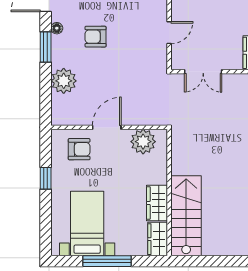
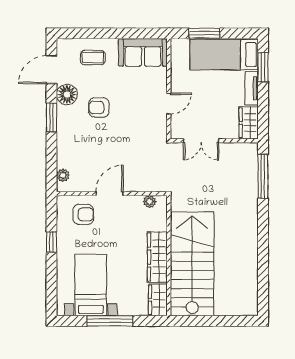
floor lamp: (57, 28) -> (67, 94), width x1.89, depth x1.89
plant: (64, 81) -> (63, 175), moved, width x0.53, depth x0.53
plant: (143, 142) -> (150, 202), width x0.53, depth x0.53
wardrobe: (157, 203) -> (157, 257), width x1.50
stairs: (186, 216) -> (192, 264), width x1.36, depth x1.51

